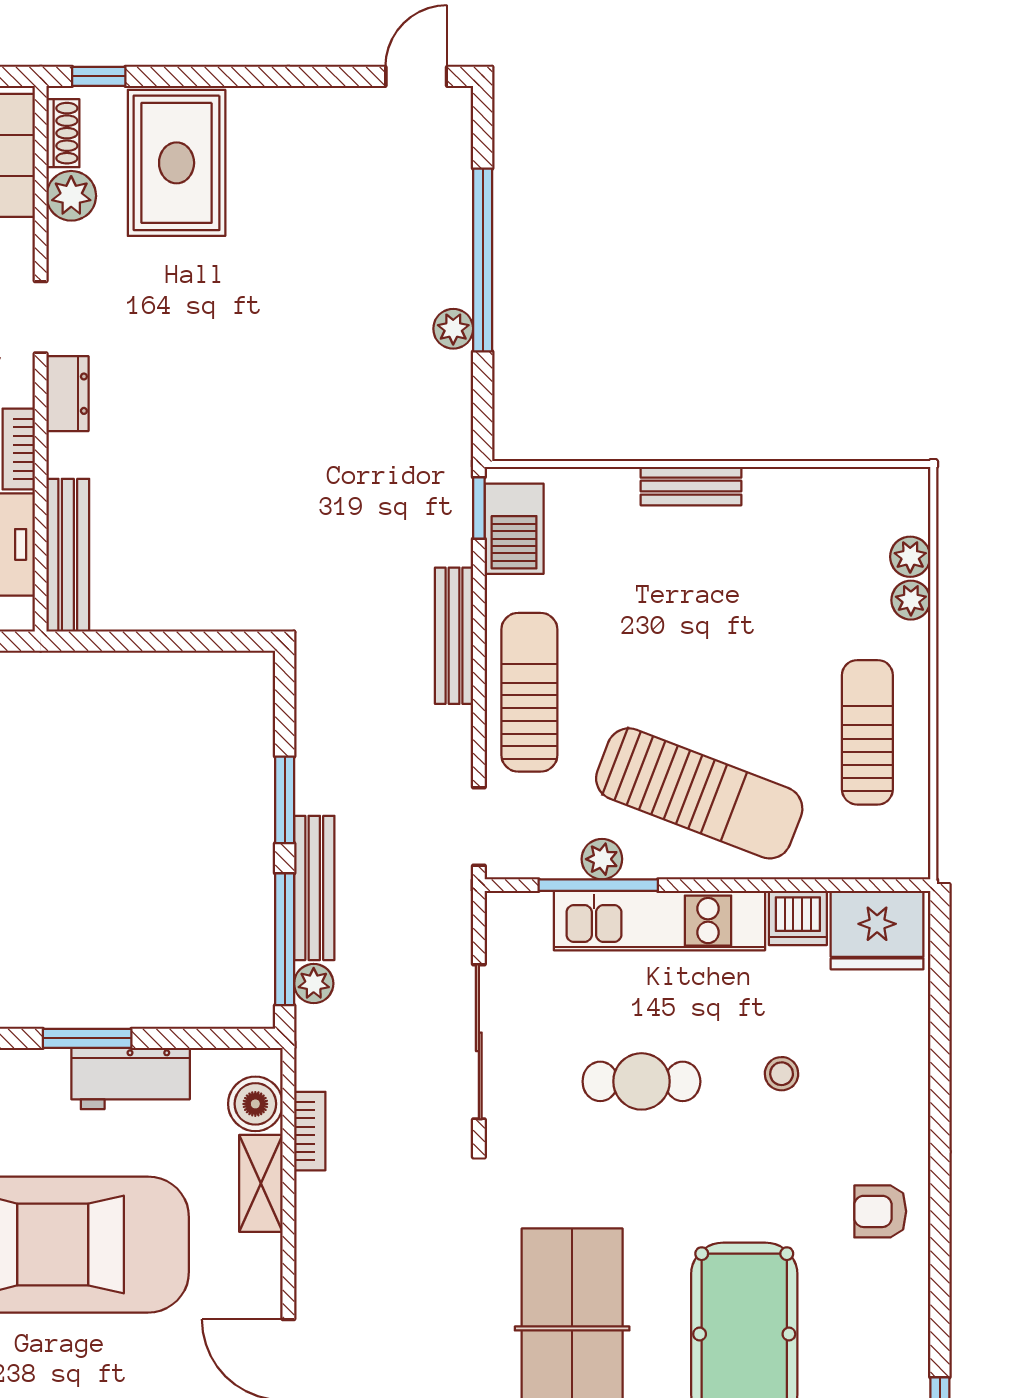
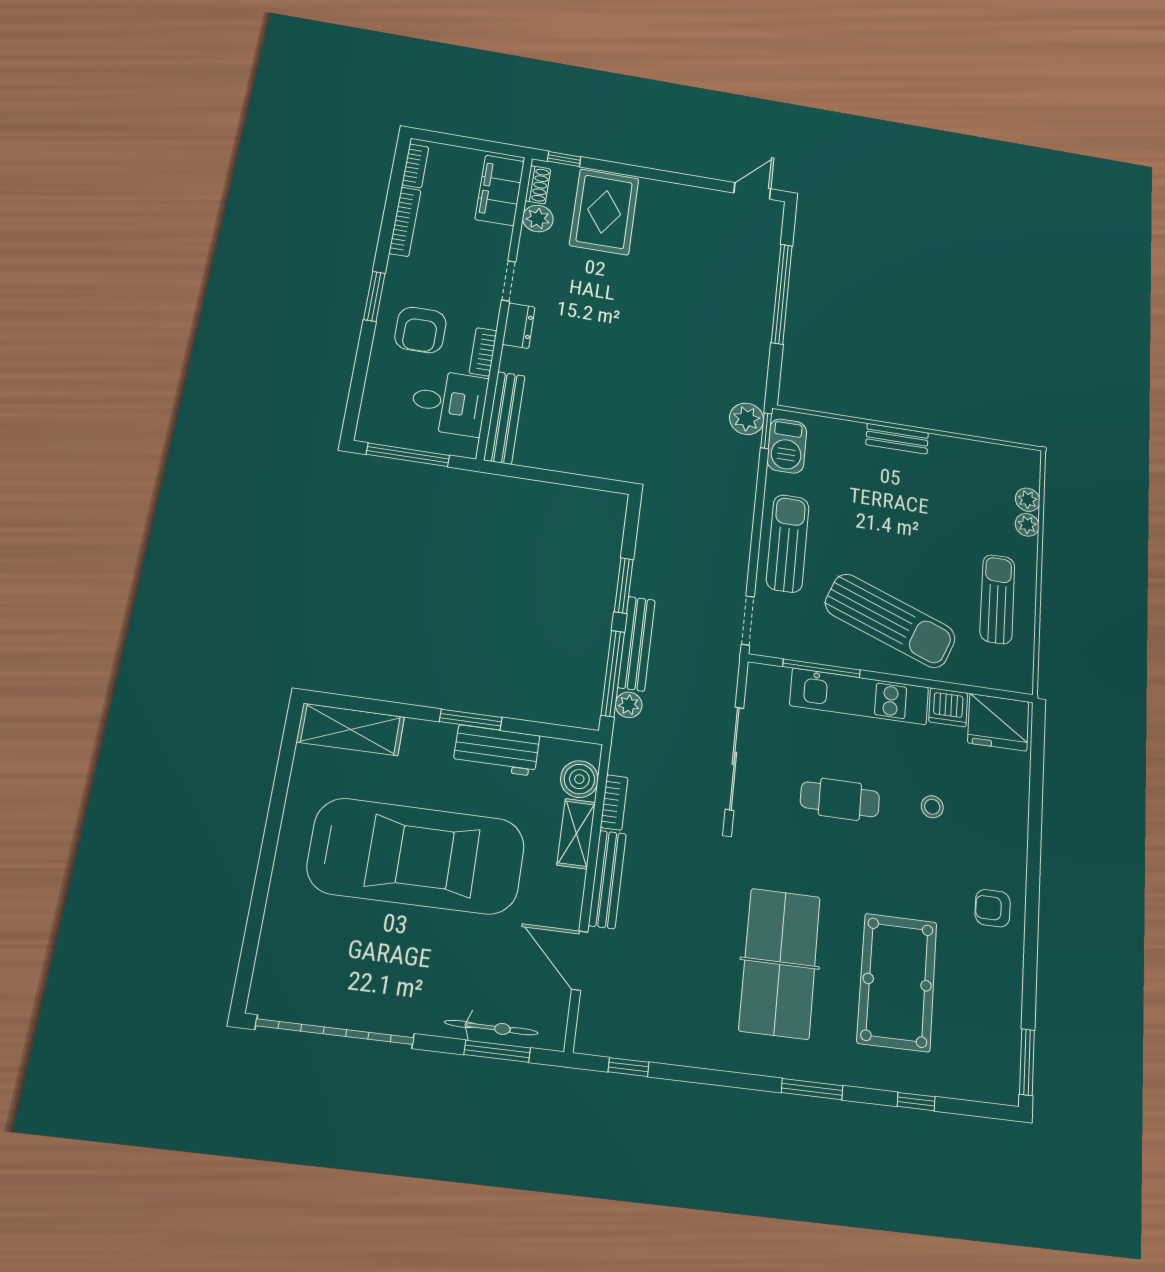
plant: (453, 329) -> (747, 419), moved, width x1.38, depth x1.38
bench: (454, 636) -> (607, 879), moved
plant: (602, 859) -> (825, 652), removed

